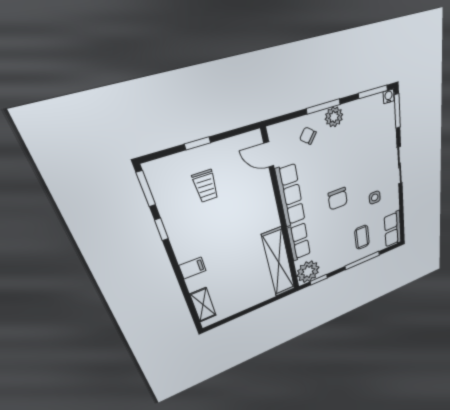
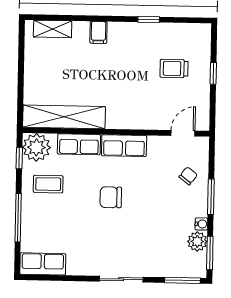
water cooler: (389, 96) -> (201, 224), moved
plant: (334, 117) -> (197, 241), moved
window: (146, 189) -> (189, 20), removed
row of seats: (290, 195) -> (124, 146), width x0.68
side table: (375, 197) -> (94, 243), removed
coffee table: (362, 237) -> (48, 184), moved

